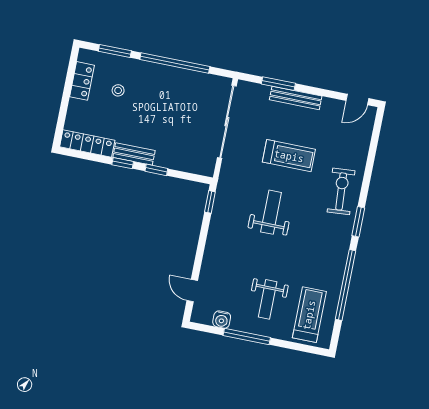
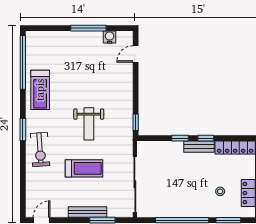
treadmill: (289, 156) -> (84, 168), turned 180
window: (346, 285) -> (23, 62), moved
door: (192, 291) -> (136, 54), swing flipped
weight bench: (268, 299) -> (78, 59), removed
treadmill: (309, 315) -> (40, 90), moved

